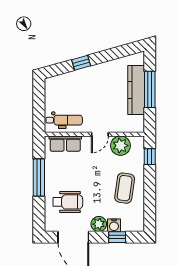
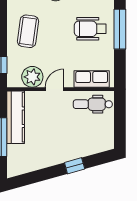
kitchen counter: (136, 90) -> (16, 117), moved
window: (39, 177) -> (120, 29), moved
wheelchair: (68, 202) -> (90, 29), moved

